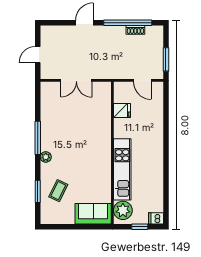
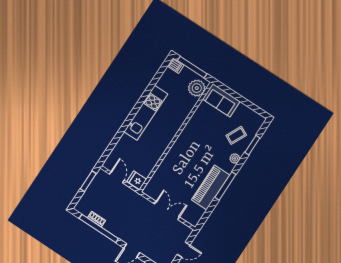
fridge: (122, 110) -> (137, 180), moved
piano: (50, 128) -> (211, 187), added
plant: (46, 157) -> (235, 158), moved
kitchen unit: (122, 169) -> (146, 113), moved, turned 180
window: (140, 227) -> (192, 67), width x2.17

